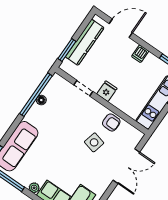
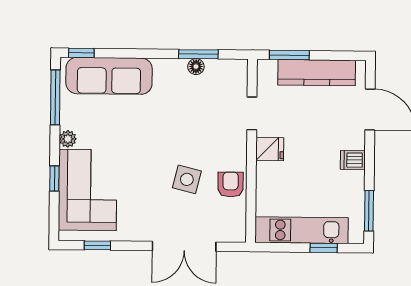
window: (36, 95) -> (198, 54), width x0.47
armchair: (111, 122) -> (231, 185), turned 180

